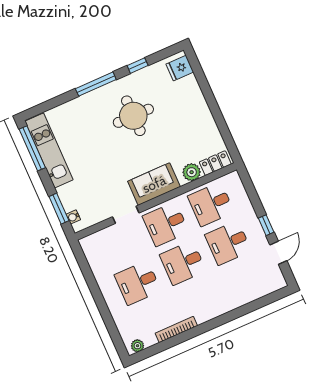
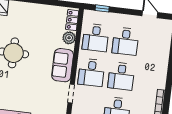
window: (266, 225) -> (102, 8), moved

